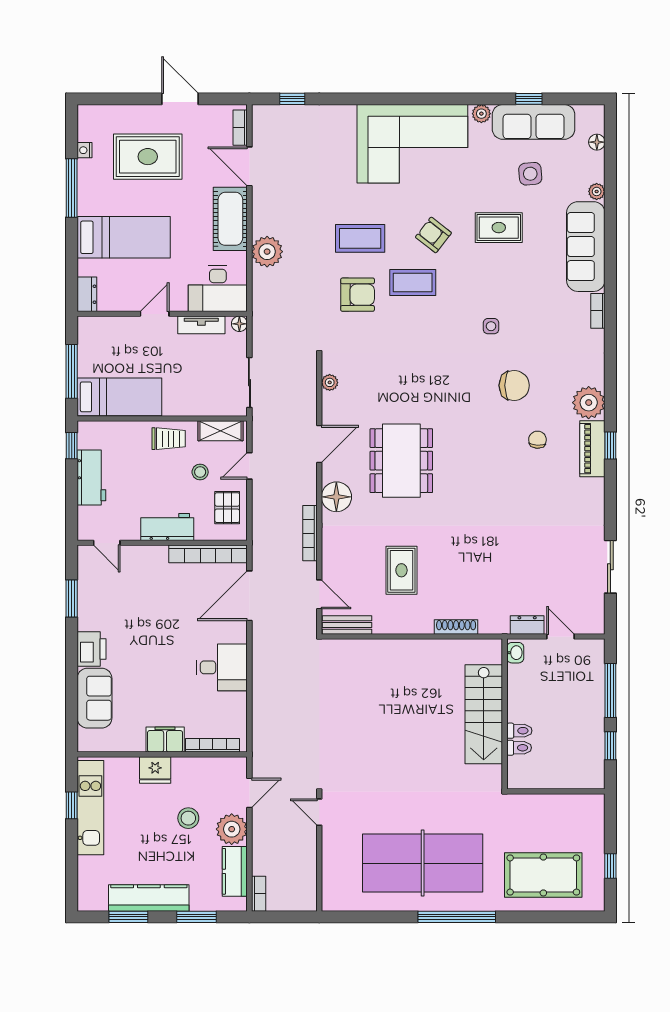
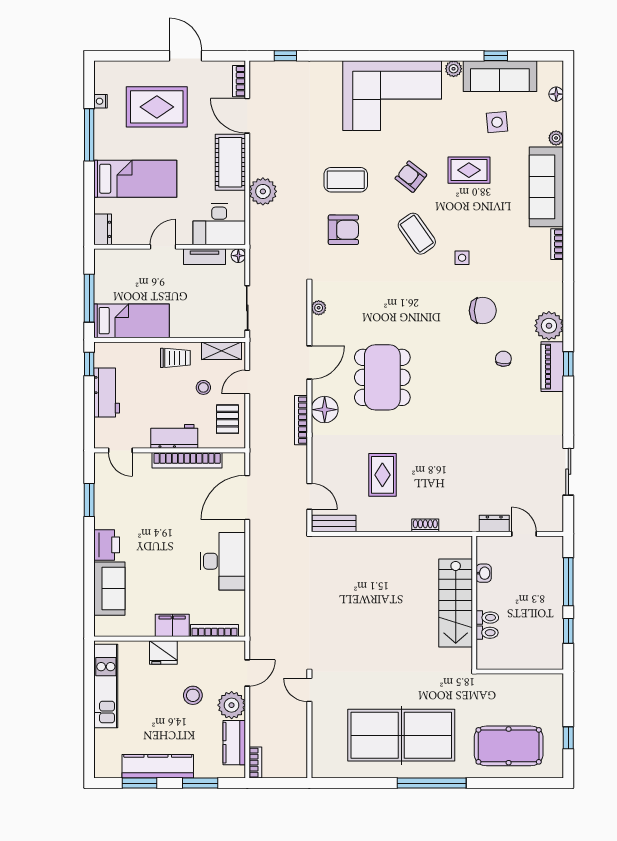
coffee table: (413, 283) -> (417, 234), moved, turned 55
bookcase: (310, 533) -> (301, 420), moved
bookcase: (208, 554) -> (187, 460), moved
shoe rack: (456, 627) -> (425, 525), width x0.70
washbasin: (515, 653) -> (484, 573), moved
desk: (222, 667) -> (223, 561), width x1.37
window: (72, 805) -> (89, 684), removed

